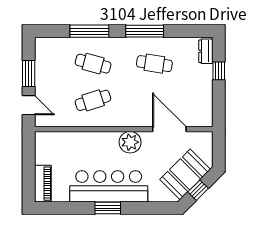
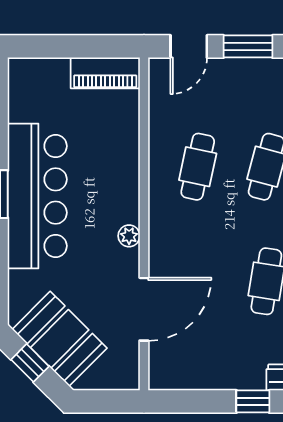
cafe table: (93, 100) -> (198, 167), turned 30
plant: (130, 142) -> (129, 236), width x0.53, depth x0.53
piano: (43, 184) -> (105, 73), moved

